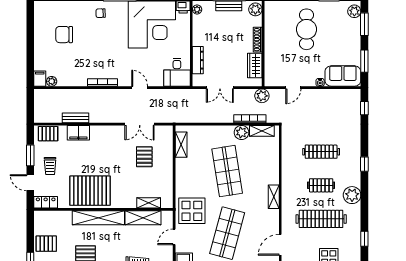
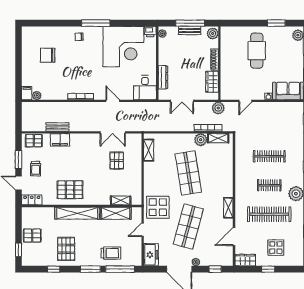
pallet: (90, 191) -> (70, 190), width x0.73, depth x0.71
shelving: (274, 197) -> (228, 208), moved

